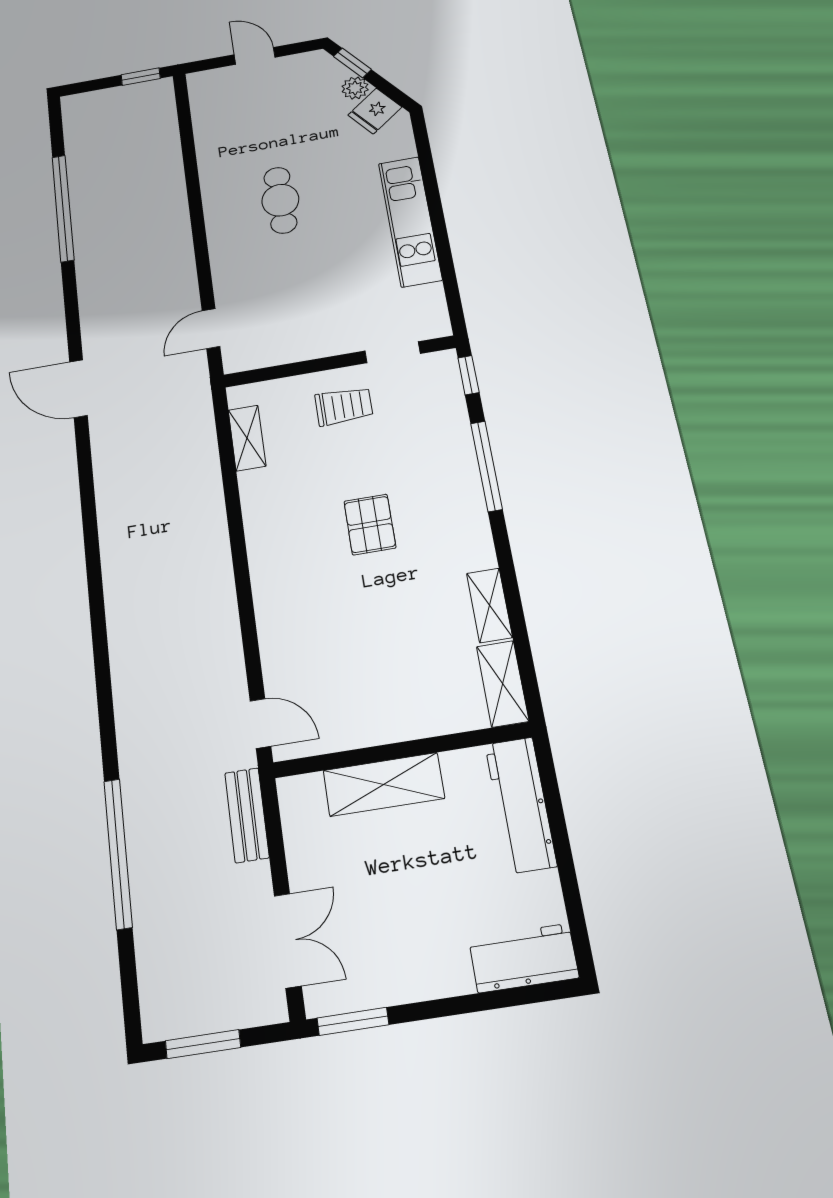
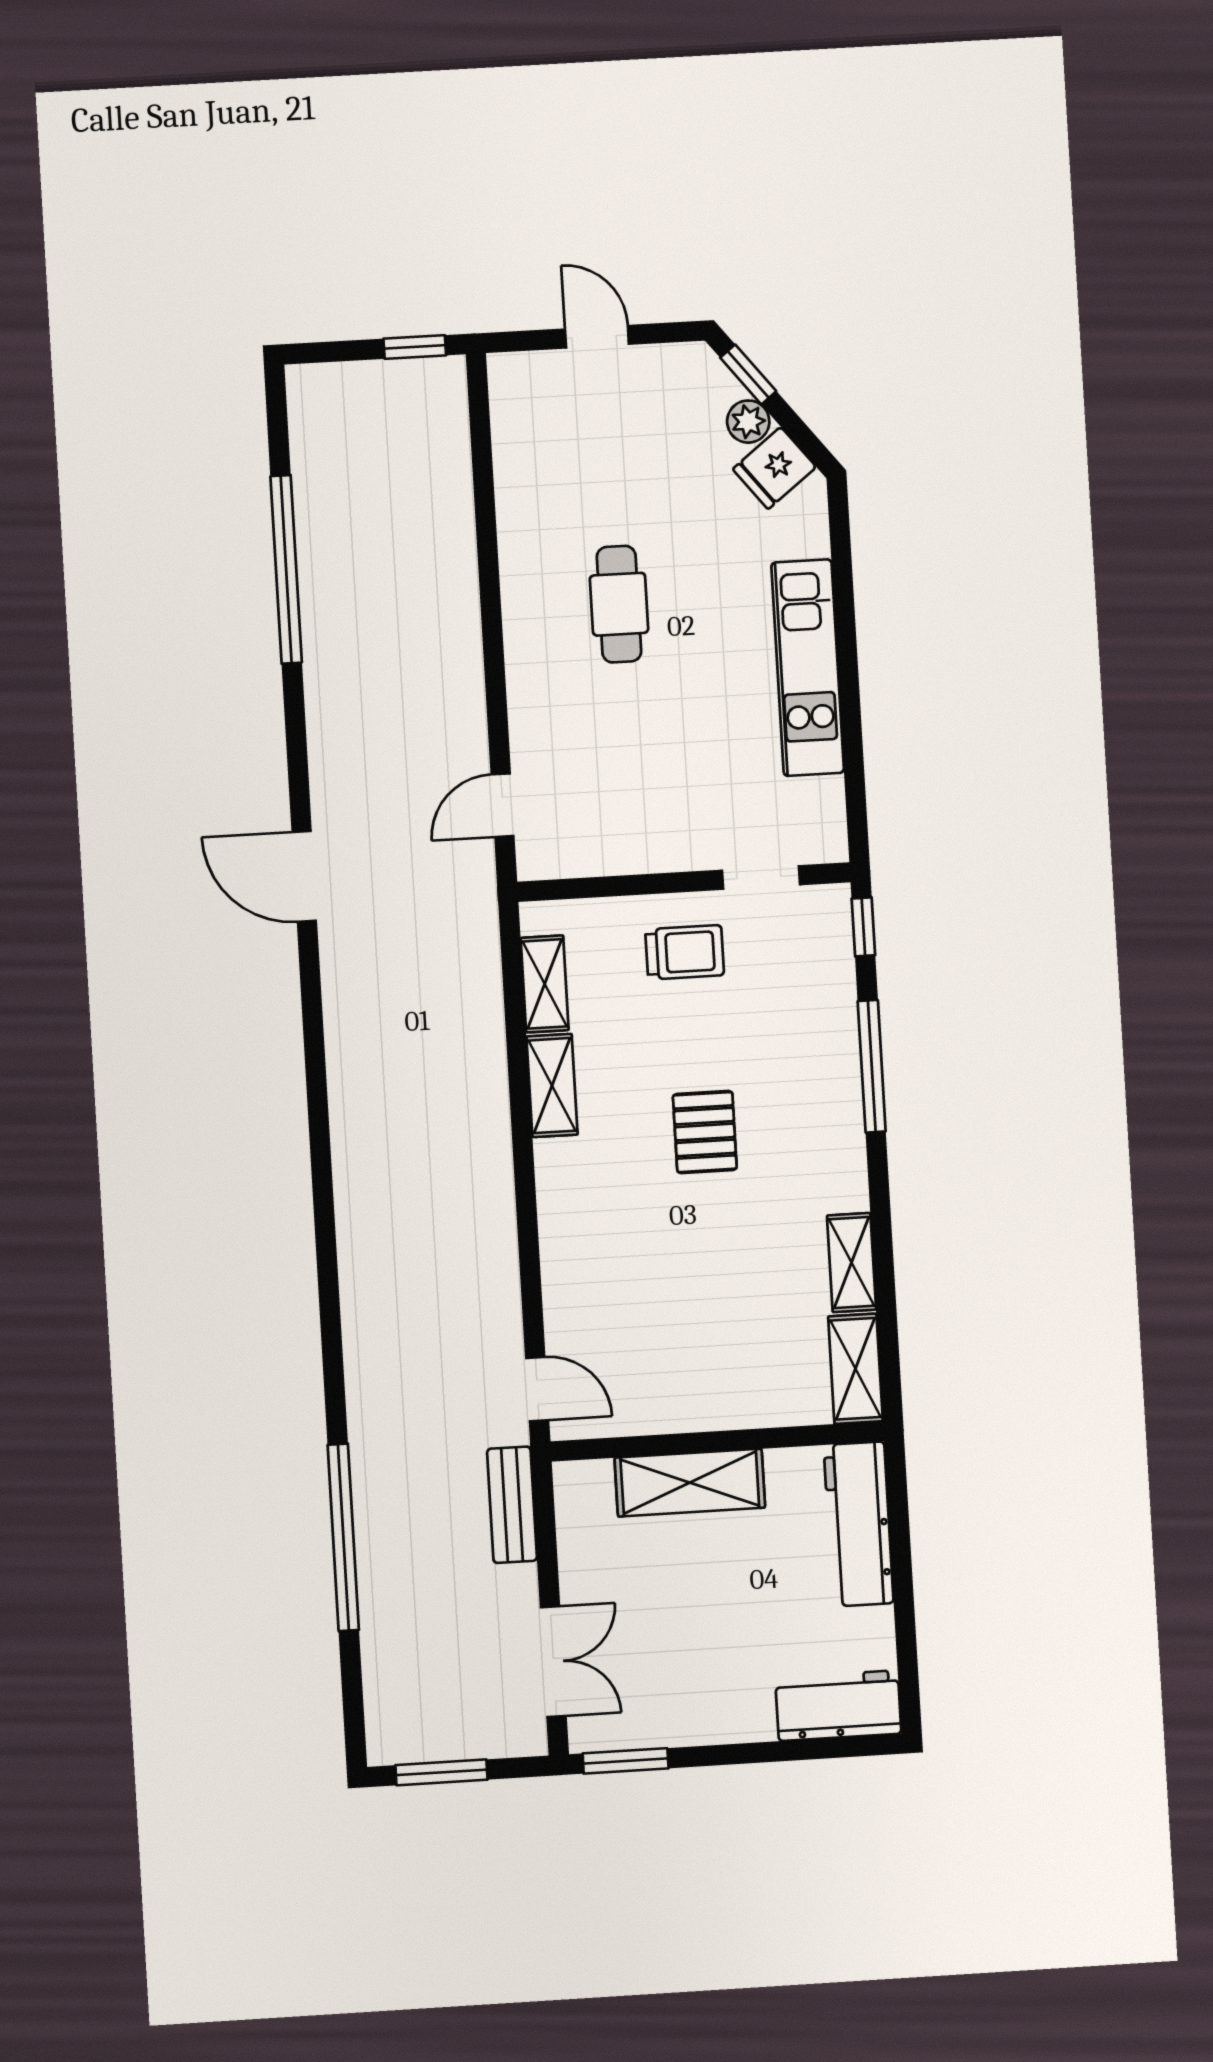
shelving: (257, 505) -> (552, 1086), added

